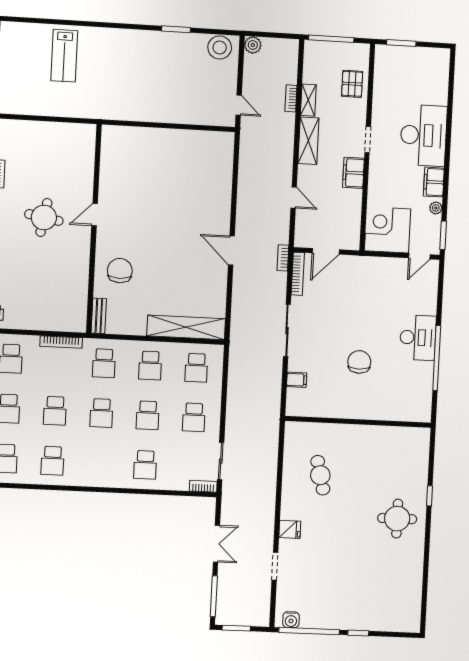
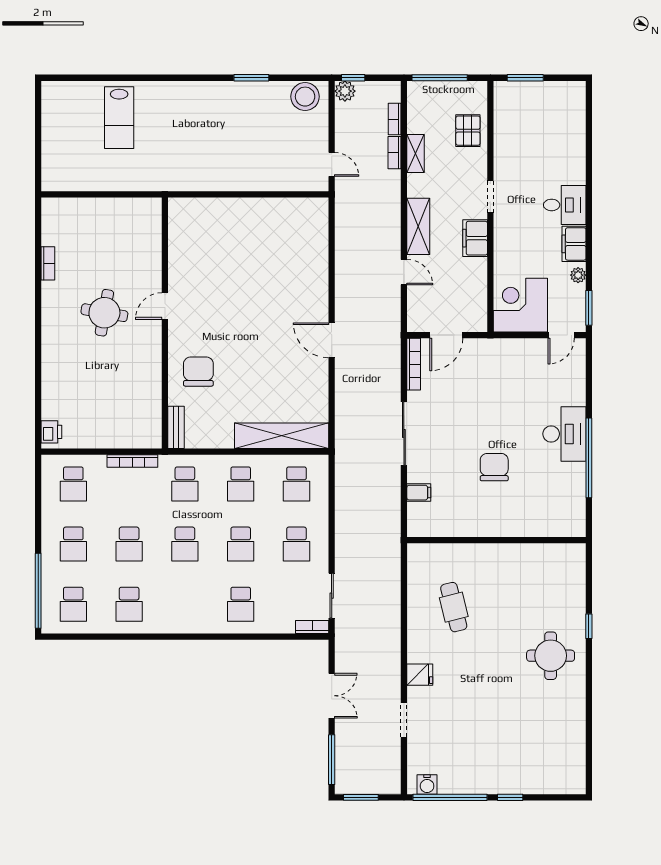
window: (260, 34) -> (353, 78), added
desk: (423, 135) -> (565, 205), width x0.53, depth x0.77
shelving: (308, 141) -> (418, 226), moved
bookcase: (283, 258) -> (395, 119), moved

